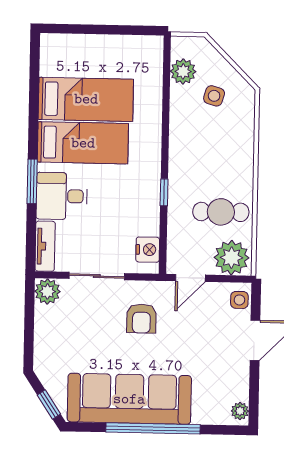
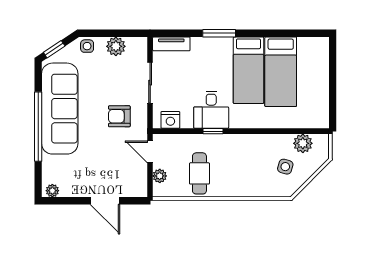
desk: (62, 196) -> (211, 110), moved, turned 180
plant: (231, 258) -> (160, 176), width x0.53, depth x0.53
plant: (47, 291) -> (116, 46), moved
side table: (239, 300) -> (87, 46), moved

